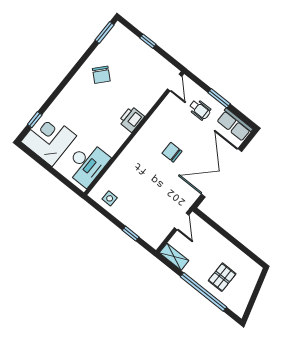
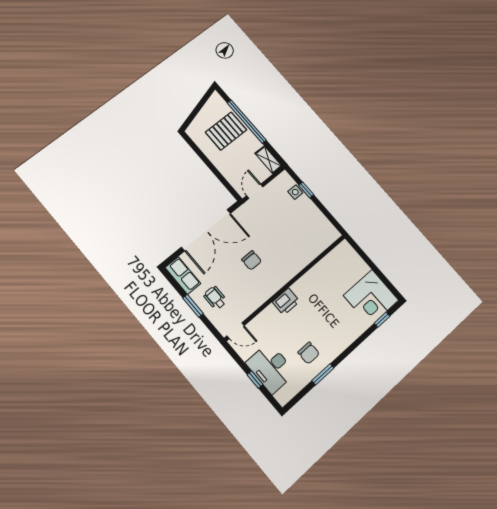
window: (104, 32) -> (323, 374), moved
chair: (101, 75) -> (309, 353), turned 138
door: (175, 83) -> (236, 331), swing flipped
desk: (87, 164) -> (271, 368), moved, turned -90
side table: (110, 198) -> (295, 192), moved
pallet: (222, 277) -> (226, 131), width x1.50, depth x1.42

